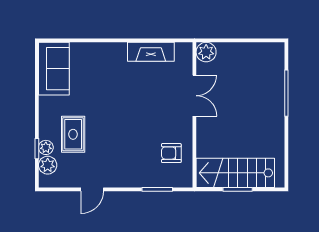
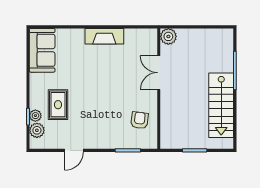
fireplace: (151, 52) -> (104, 36), moved
double door: (194, 96) -> (159, 73), swing flipped
armchair: (171, 153) -> (140, 120), turned 97
stairs: (235, 173) -> (221, 105), moved, turned -90

